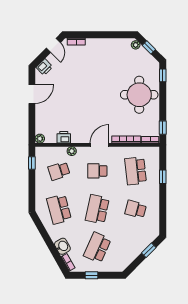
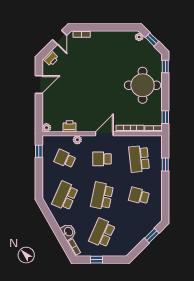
school desk: (59, 171) -> (65, 159), turned 42
school desk: (59, 209) -> (65, 196), turned 39

